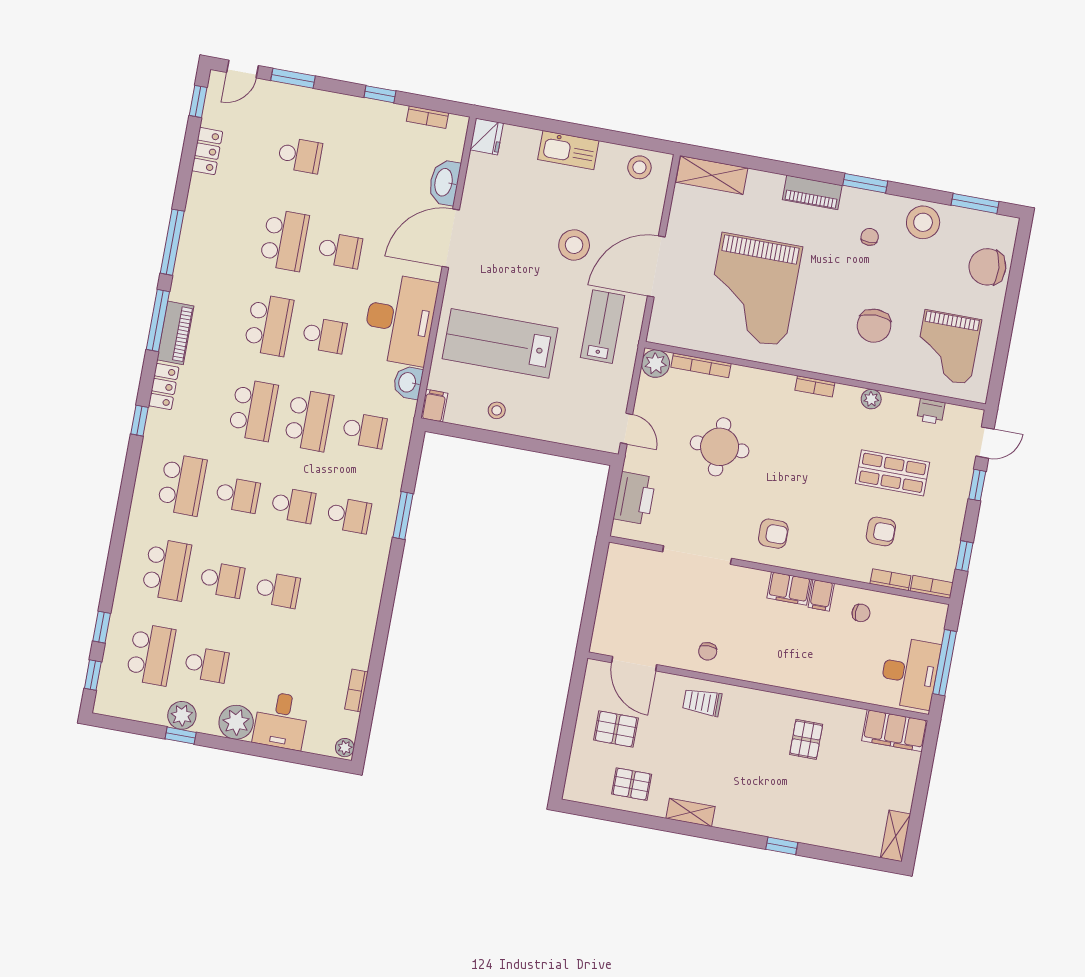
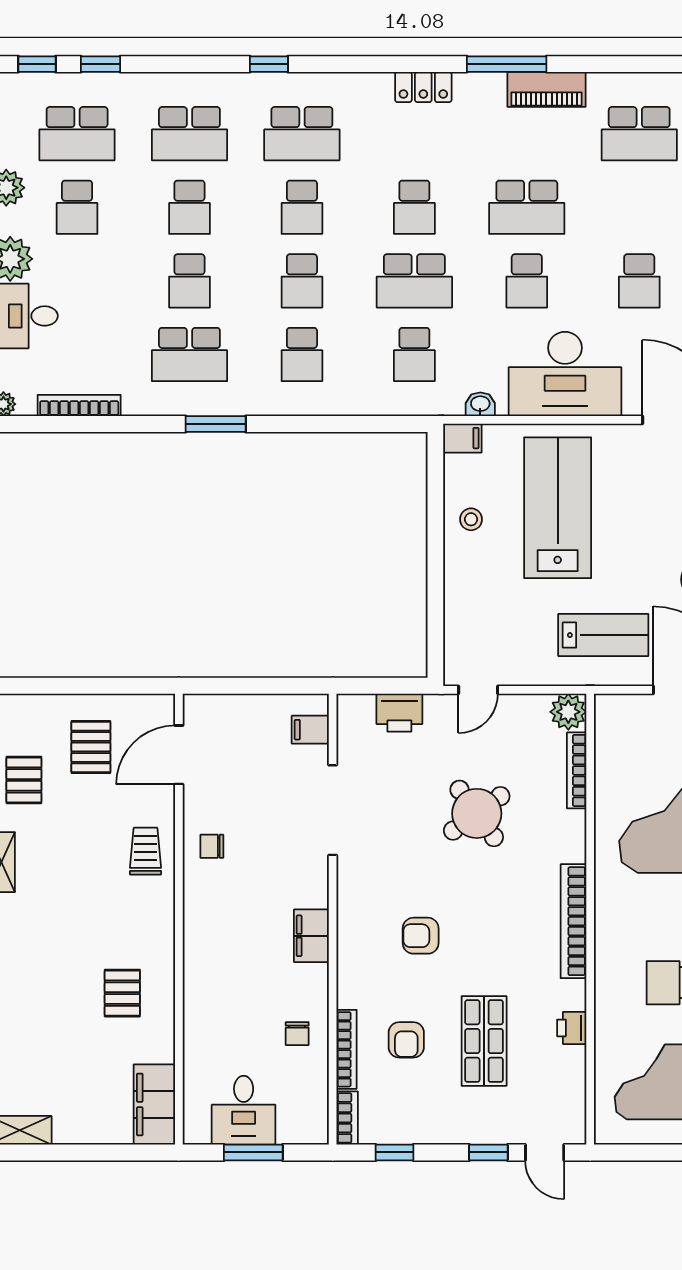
school desk: (284, 240) -> (639, 134), moved
window: (172, 242) -> (610, 64), removed
piano: (175, 333) -> (546, 89), moved
washbasin: (408, 382) -> (480, 404), width x0.72, depth x0.69
bookcase: (815, 386) -> (573, 921), width x2.31, depth x1.31
plant: (871, 399) -> (574, 996), removed
school desk: (253, 410) -> (414, 207), width x0.54
printer: (931, 411) -> (572, 1028), moved
window: (140, 421) -> (269, 64), moved
round table: (720, 447) -> (477, 813), turned -36
printer: (634, 498) -> (399, 713), width x0.73, depth x0.84
window: (403, 515) -> (216, 424), moved
armchair: (773, 534) -> (421, 936), moved, turned 90
bookcase: (890, 580) -> (347, 1049), width x1.56
filing cabinet: (821, 595) -> (310, 730), moved
school desk: (333, 600) -> (189, 354), added
window: (945, 663) -> (253, 1152), width x0.69
desk: (910, 673) -> (244, 1110), width x0.73
bookcase: (356, 691) -> (79, 405), width x1.56
pallet: (806, 739) -> (122, 993), turned 90

